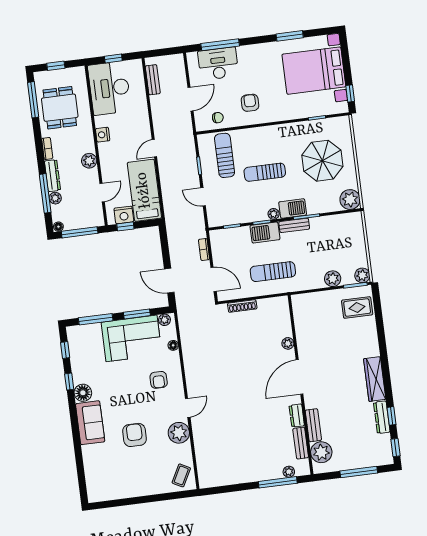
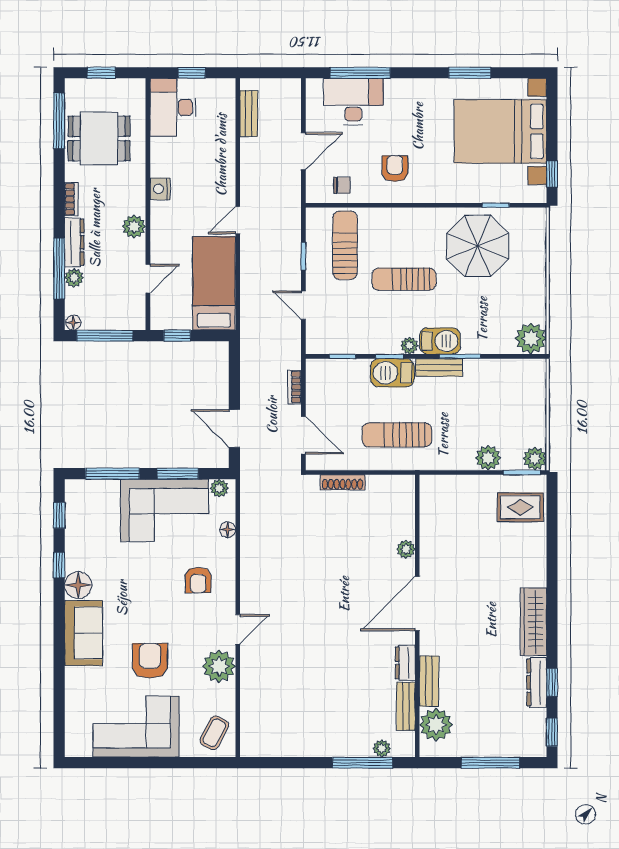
desk: (109, 88) -> (173, 107), width x0.73, depth x0.77
dining table: (60, 108) -> (99, 139), turned 90
parasol: (322, 161) -> (478, 246), moved
nightstand: (124, 215) -> (177, 318), removed
corner sofa: (131, 478) -> (136, 727), added

